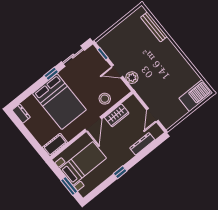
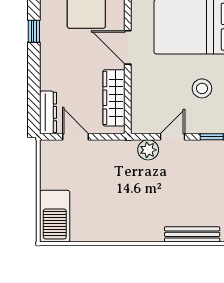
stool: (105, 99) -> (202, 88), moved
wardrobe: (117, 115) -> (114, 98), width x1.50
dresser: (142, 144) -> (48, 112), moved

